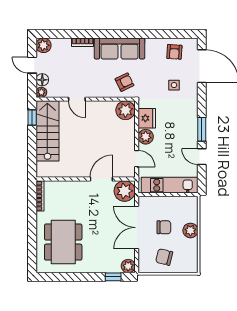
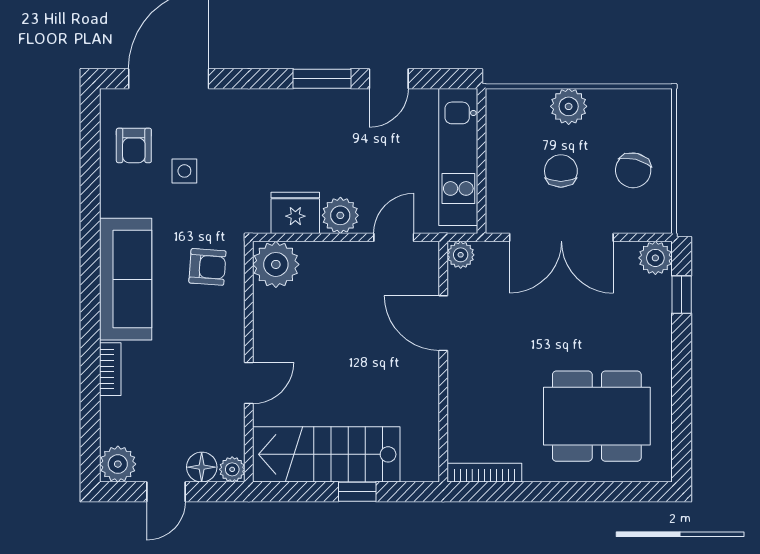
armchair: (174, 52) -> (134, 145), turned 86
armchair: (124, 82) -> (207, 267), turned 120
side table: (174, 85) -> (184, 171), moved
window: (32, 117) -> (357, 492), moved
plant: (125, 191) -> (461, 255), width x0.53, depth x0.53

